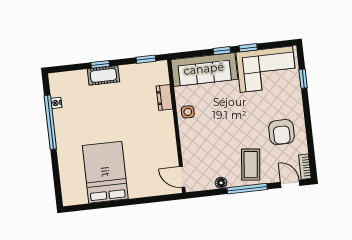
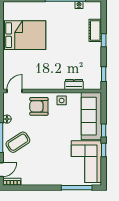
cot: (103, 75) -> (95, 30), moved
window: (303, 79) -> (77, 188), width x2.17
armchair: (281, 132) -> (39, 106), moved
coffee table: (251, 165) -> (18, 142), turned -39

